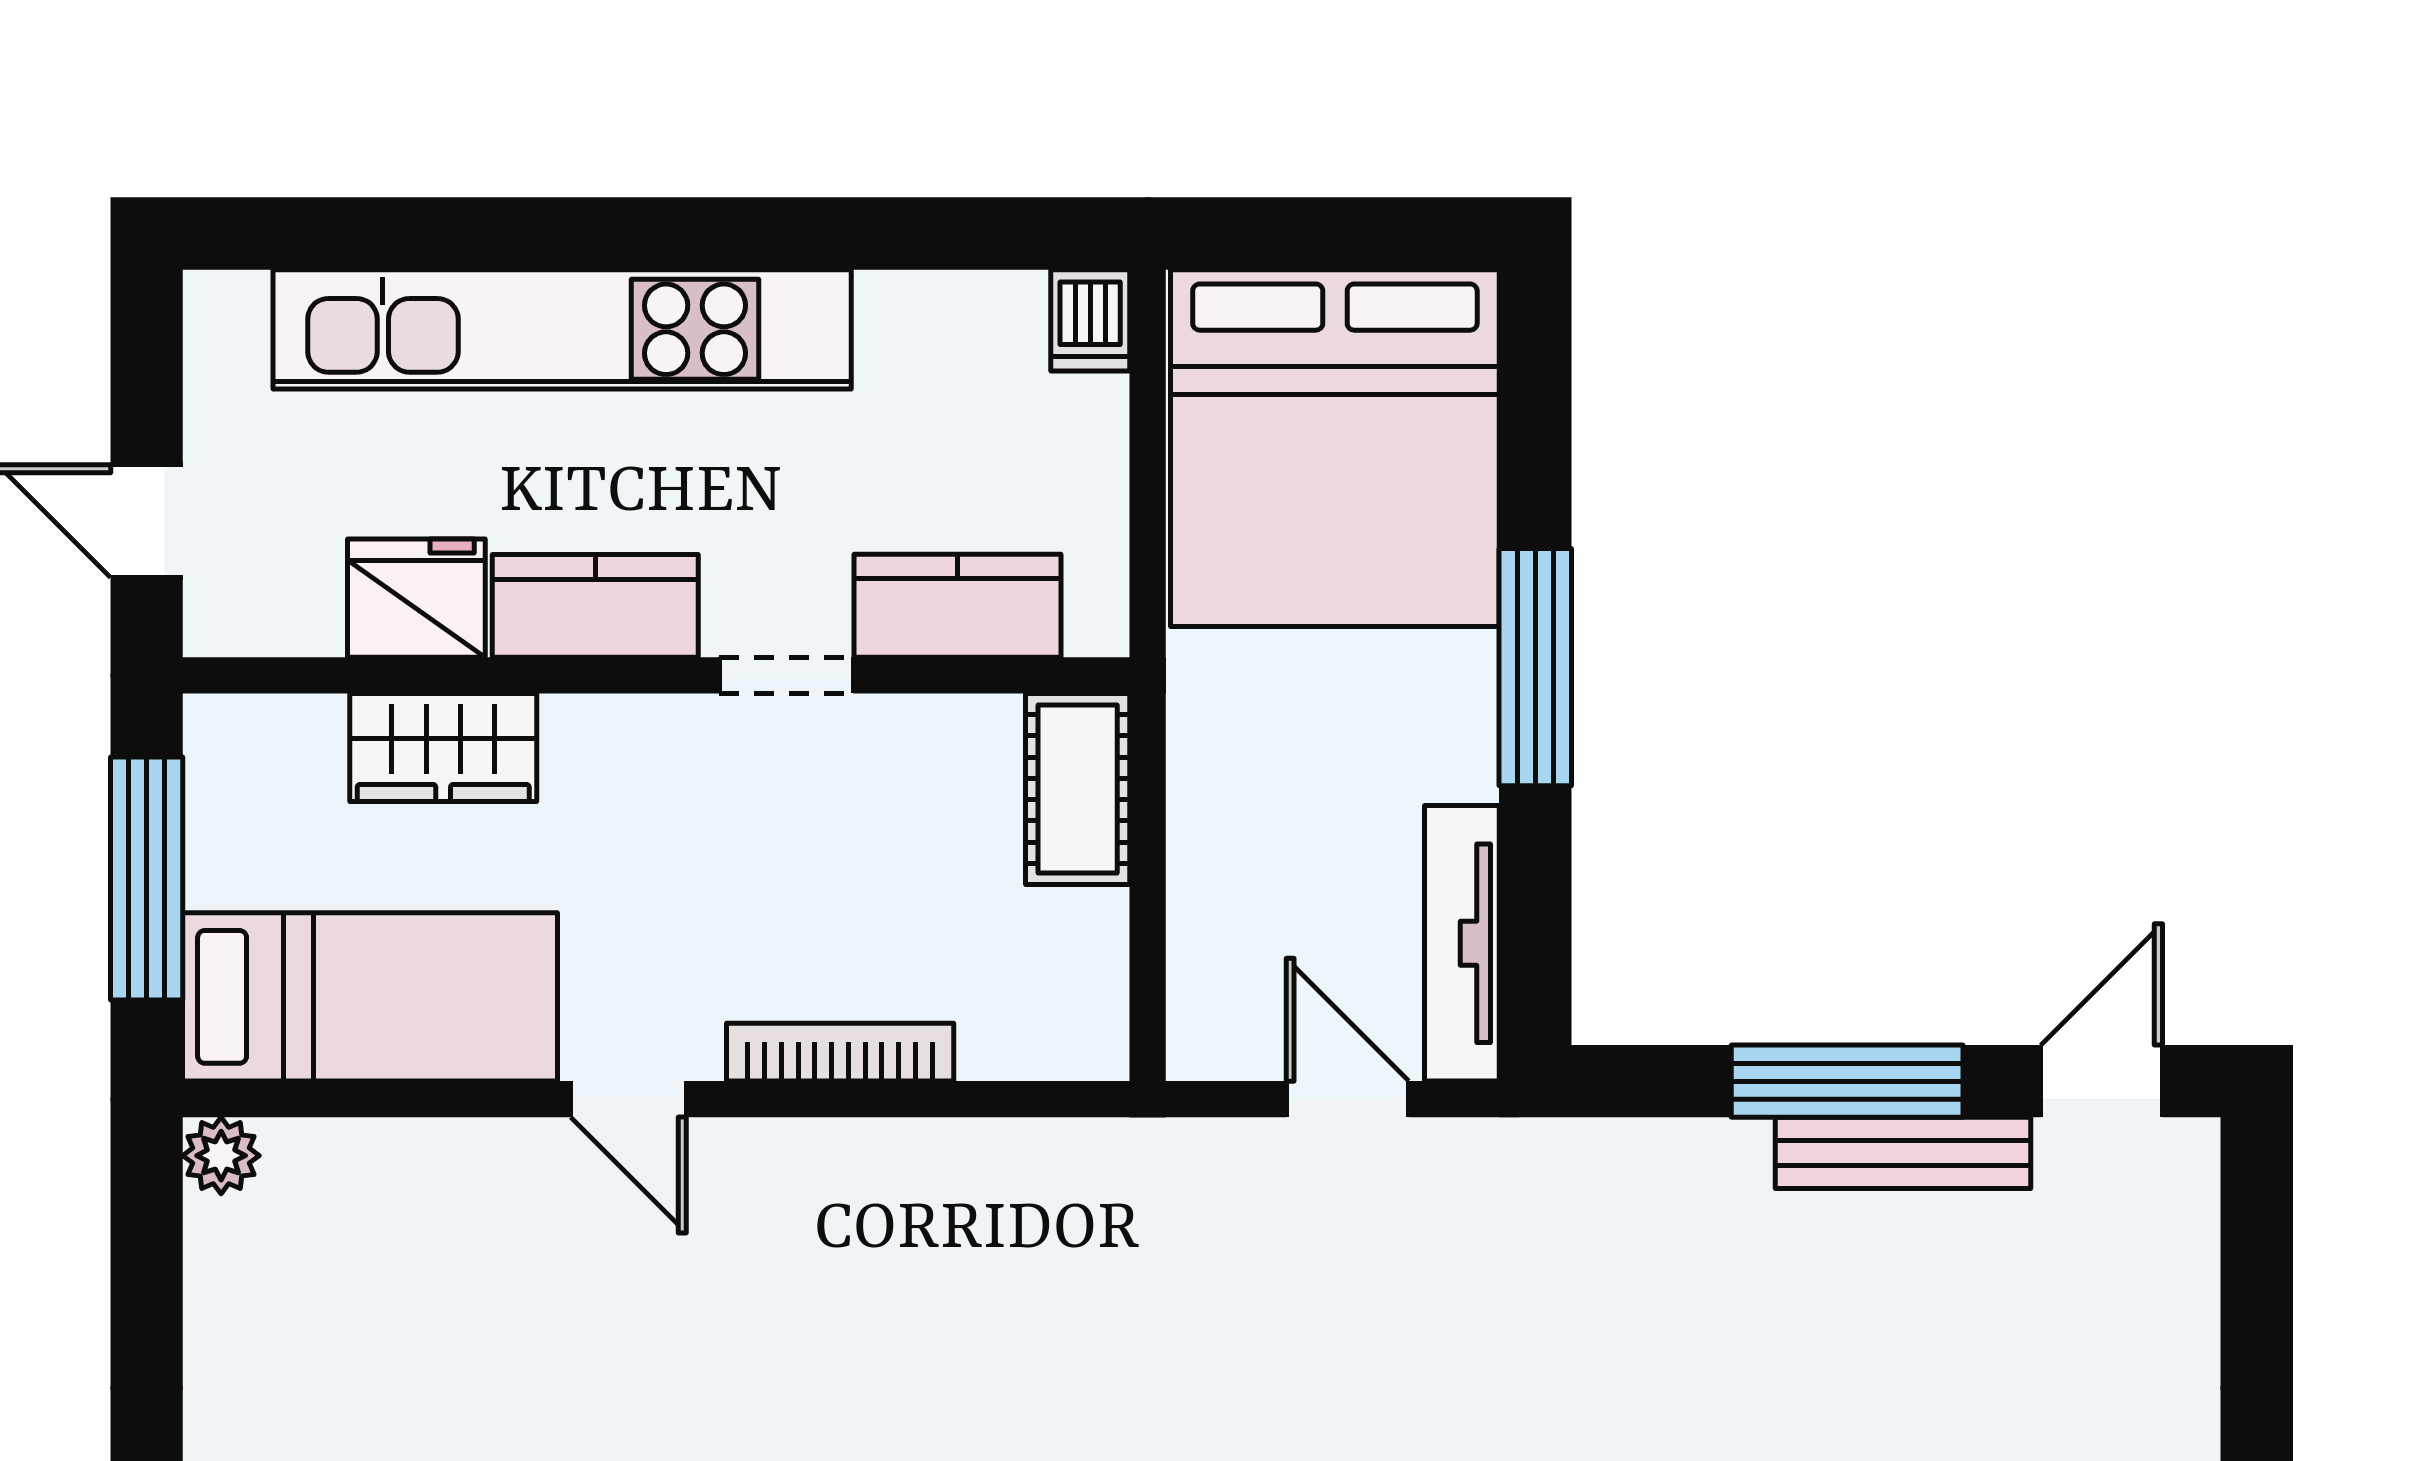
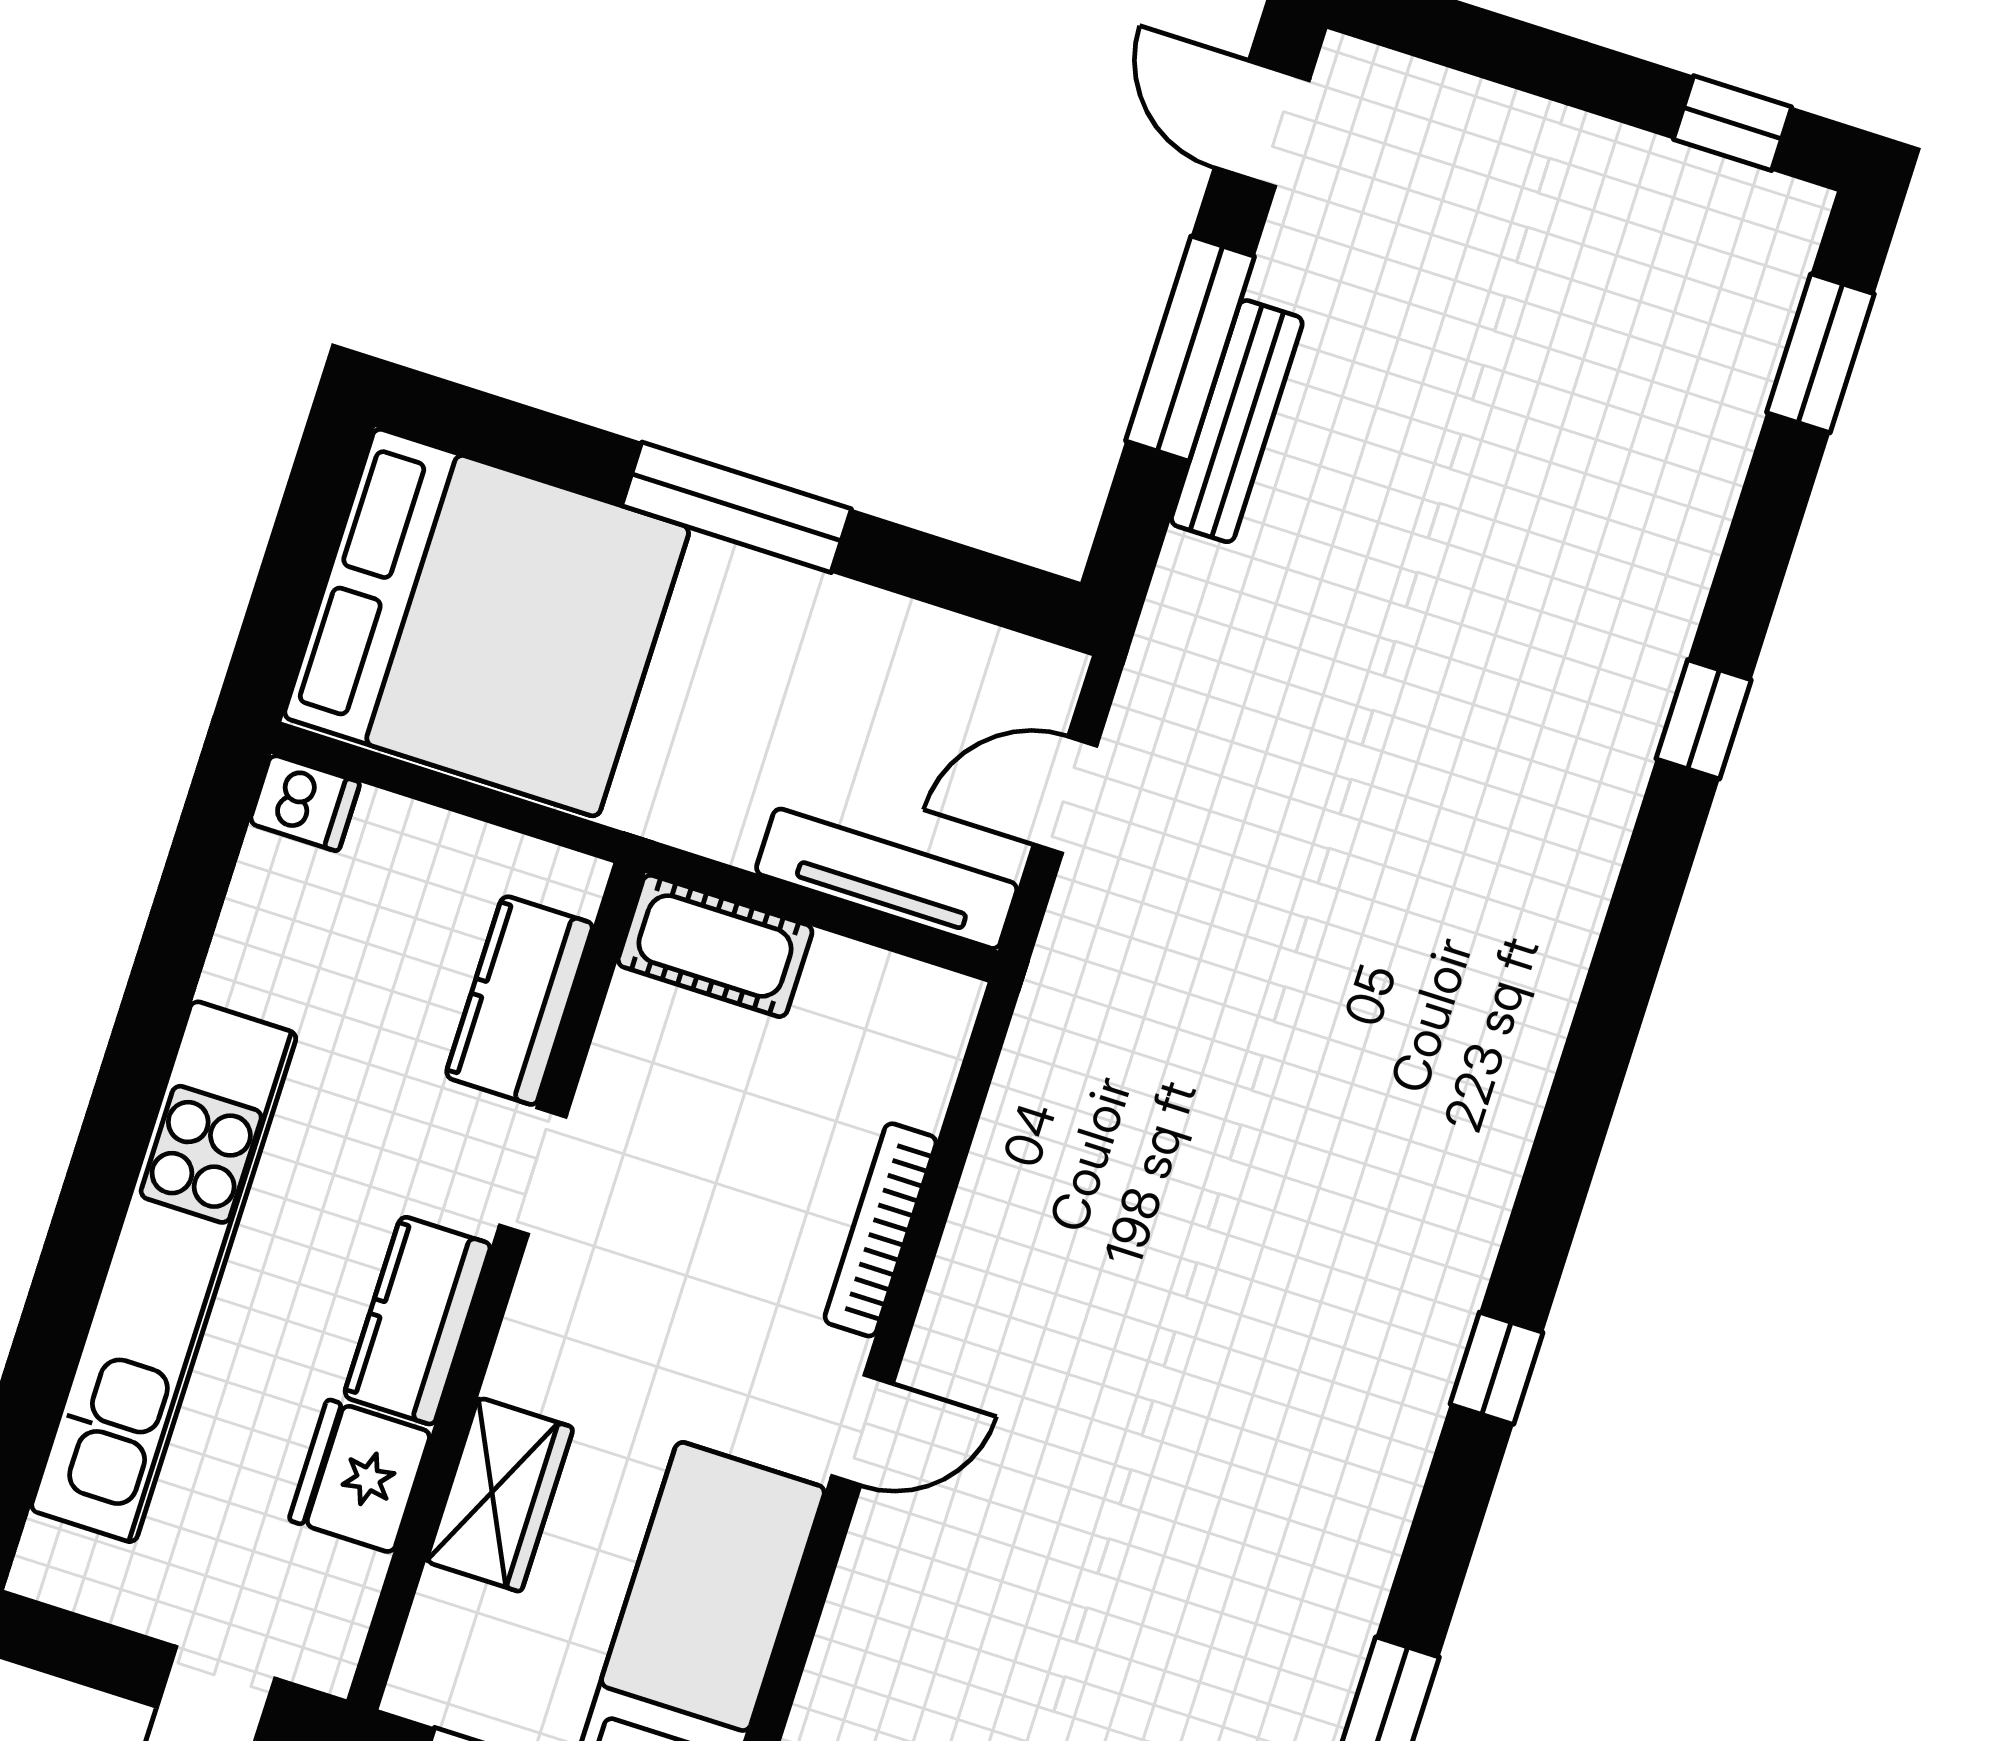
tv unit: (1462, 943) -> (887, 879), moved, turned 180
bench: (1903, 1153) -> (1237, 421), moved

